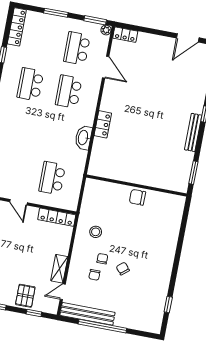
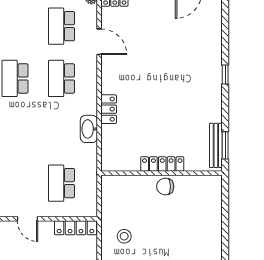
bench: (193, 132) -> (216, 145), moved
locker: (138, 178) -> (162, 164), added

